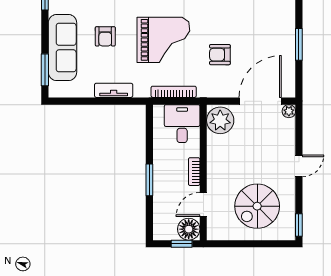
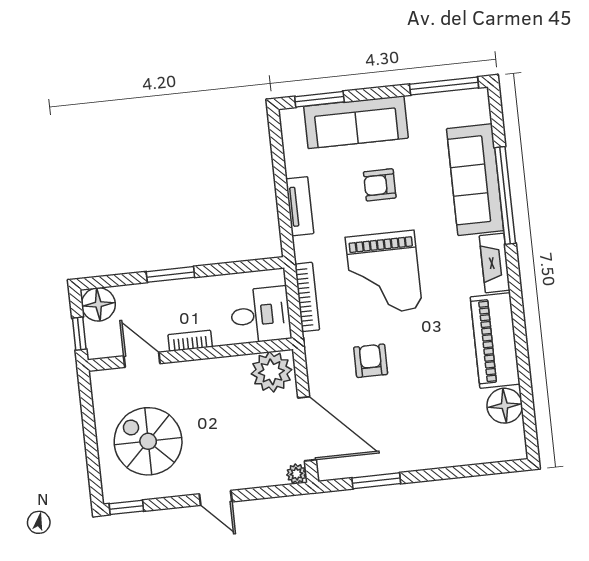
window: (299, 44) -> (376, 481), moved
floor lamp: (189, 229) -> (98, 304), moved

